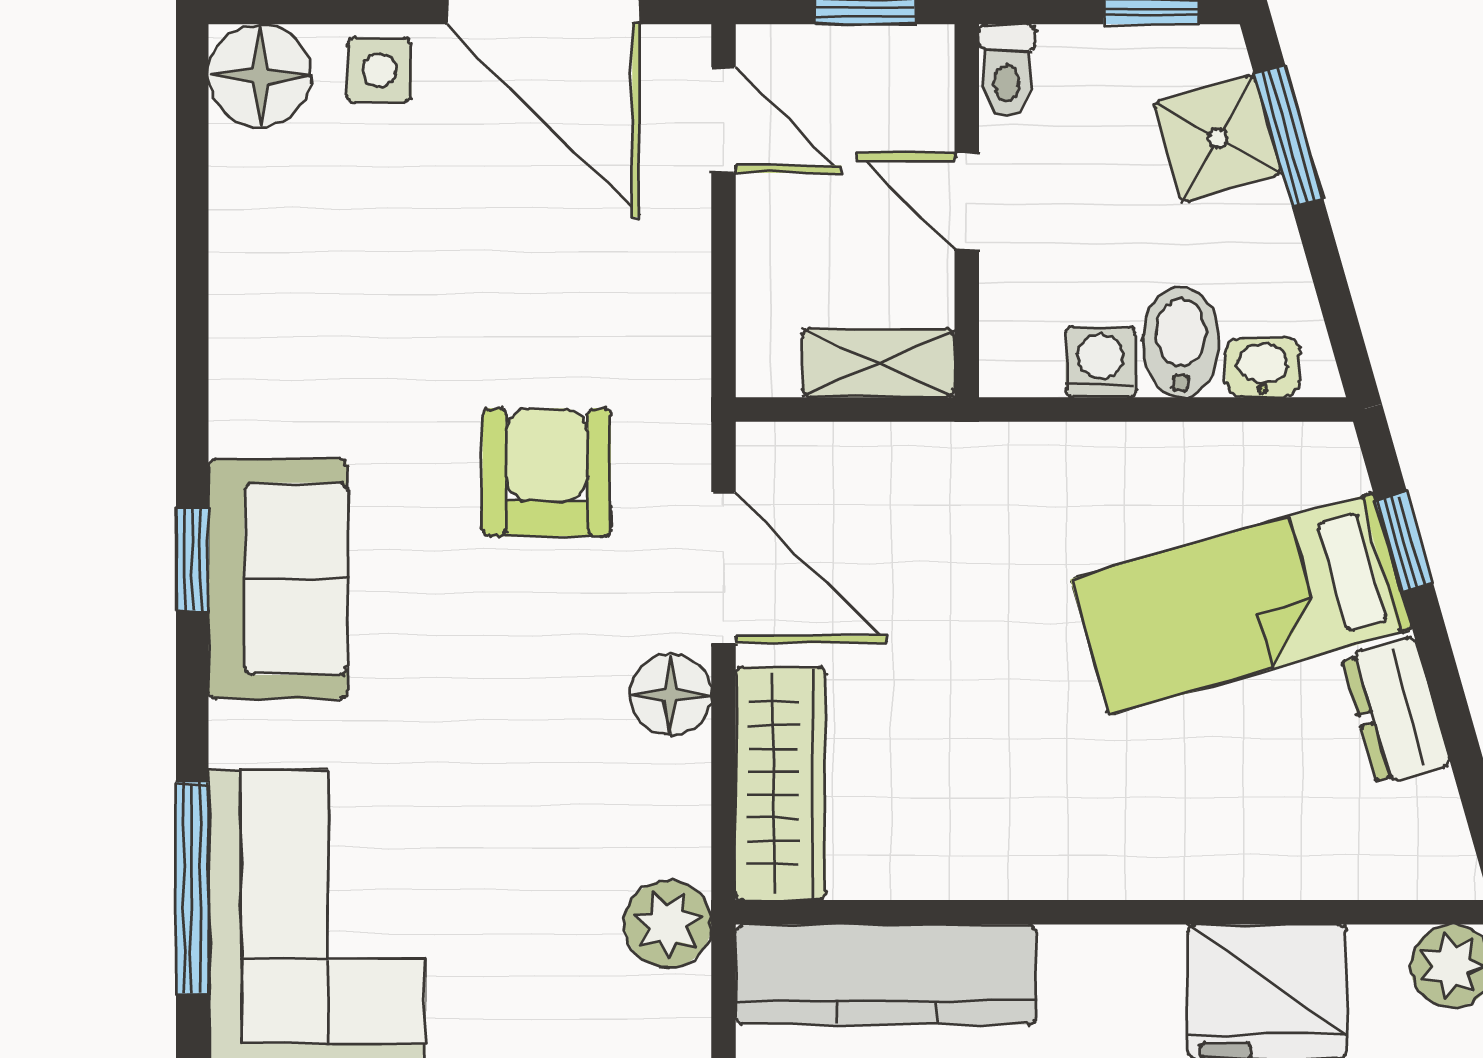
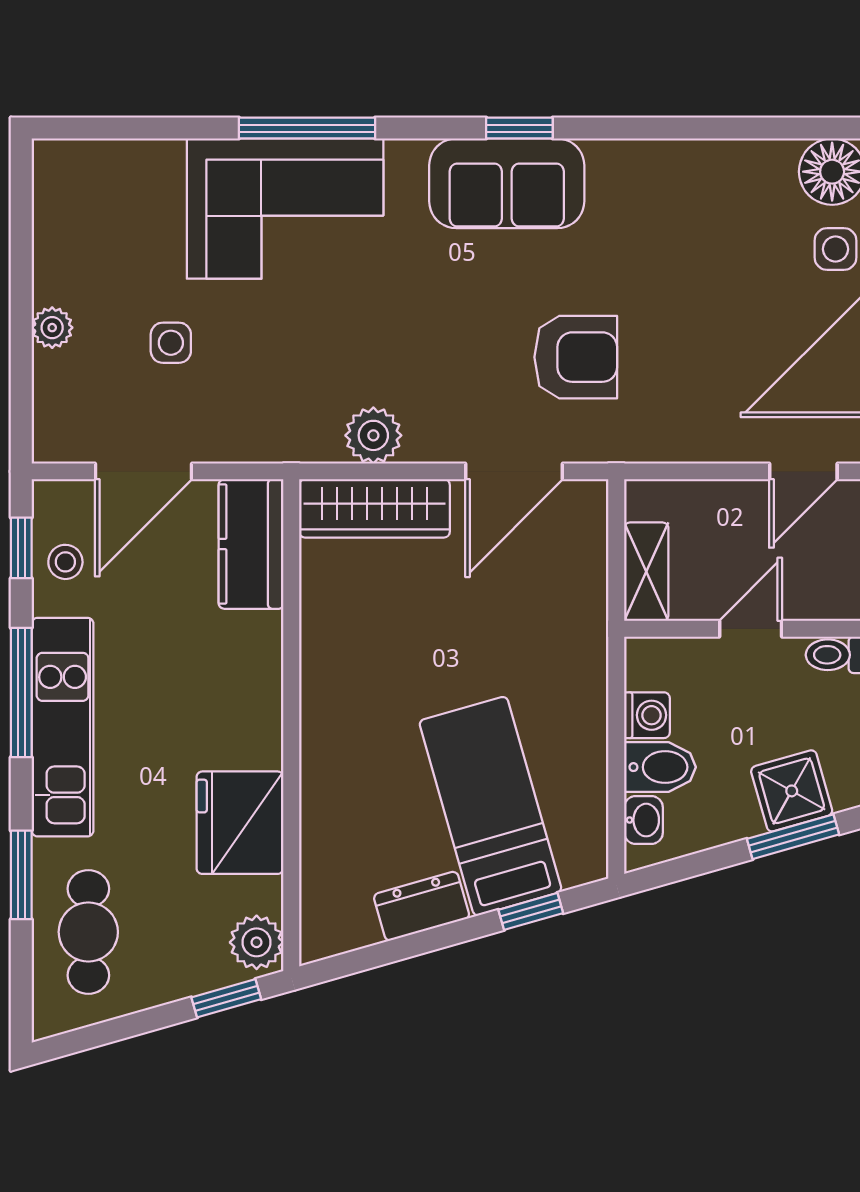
floor lamp: (671, 695) -> (432, 437), removed
plant: (668, 924) -> (373, 435), moved
kitchen counter: (886, 974) -> (251, 544), width x0.67

